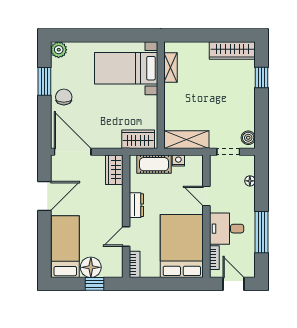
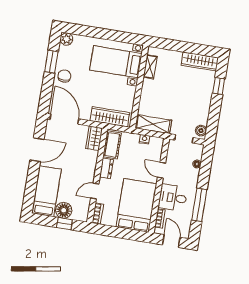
wardrobe: (138, 139) -> (110, 117), width x1.50
cot: (154, 164) -> (112, 145), moved, turned 90

